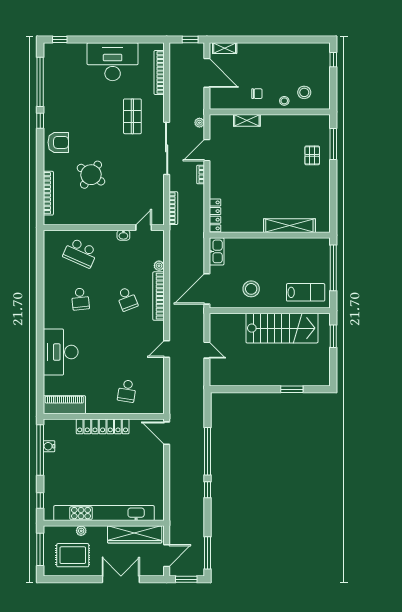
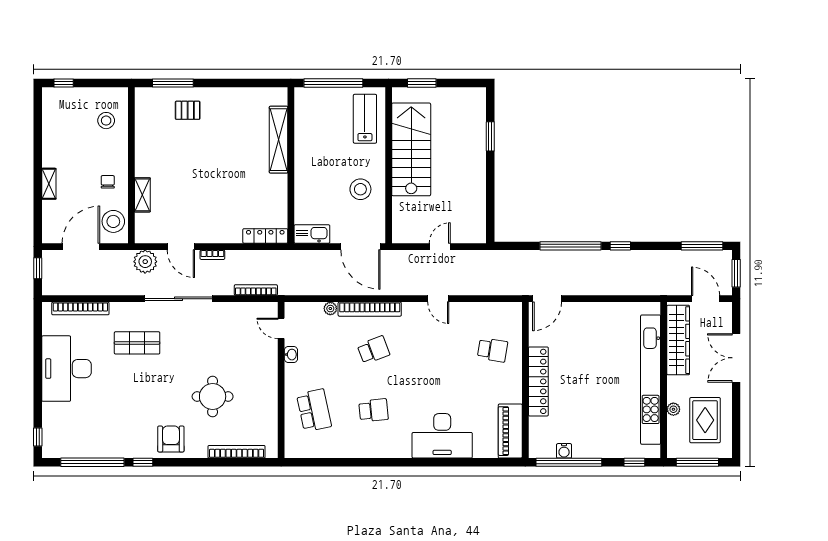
shelving: (225, 48) -> (49, 184), moved
stool: (284, 101) -> (113, 221), moved, width x1.89, depth x1.89
plant: (199, 123) -> (145, 262), width x1.88, depth x1.88
round table: (91, 175) -> (213, 396), turned -34
school desk: (80, 253) -> (314, 410), turned -36

